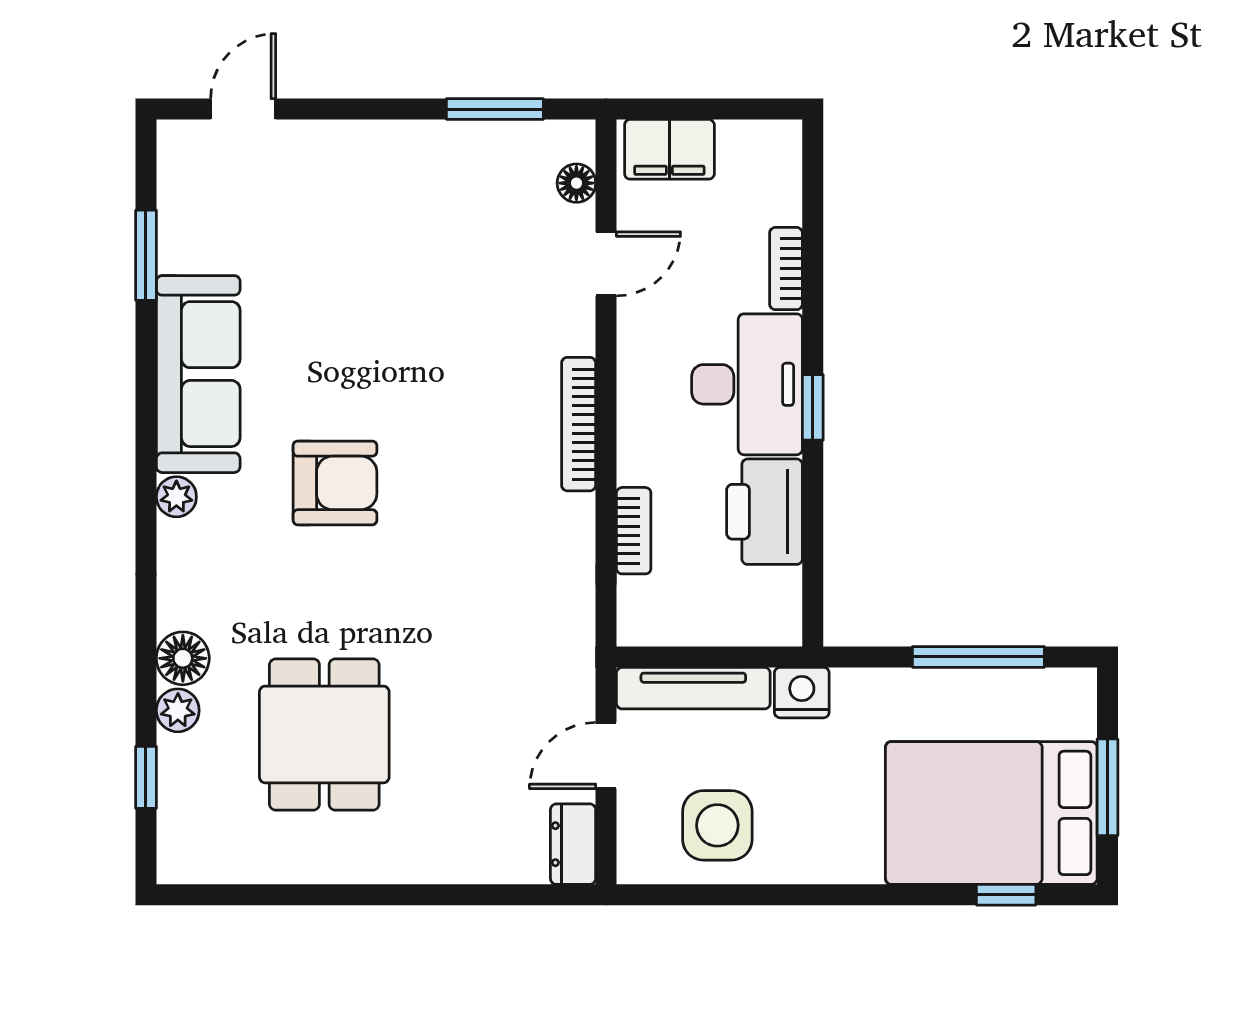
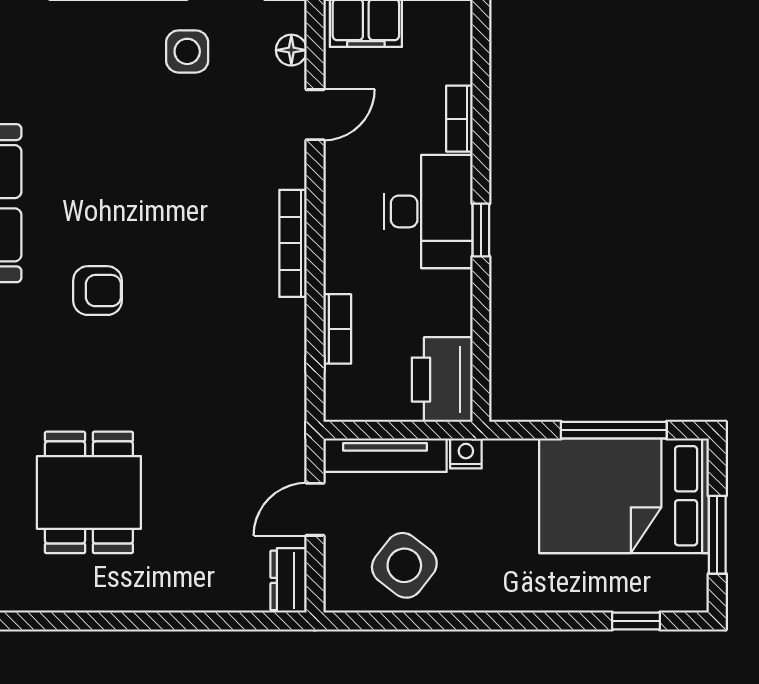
side table: (447, 185) -> (187, 51), added
armchair: (335, 483) -> (97, 291), width x0.72, depth x0.72
printer: (765, 512) -> (442, 380), moved
nightstand: (802, 693) -> (466, 453), width x0.72, depth x0.74
bed: (991, 813) -> (624, 496), moved
side table: (717, 825) -> (404, 565), turned 38

